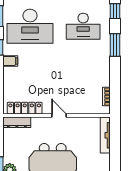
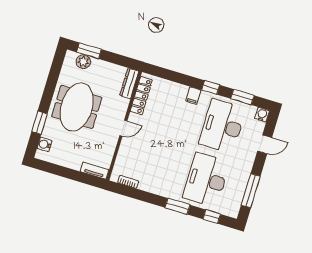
desk: (83, 26) -> (206, 180), width x1.36, depth x1.30
tv unit: (105, 135) -> (95, 171), width x0.71

